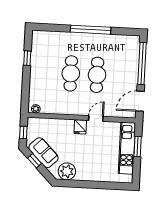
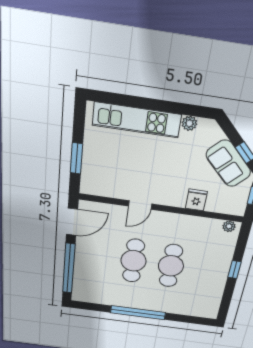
window: (27, 58) -> (234, 270), moved
fridge: (80, 127) -> (196, 200), moved
kitchen unit: (127, 148) -> (137, 120), moved, turned 90
plant: (67, 171) -> (189, 123), width x0.53, depth x0.53

